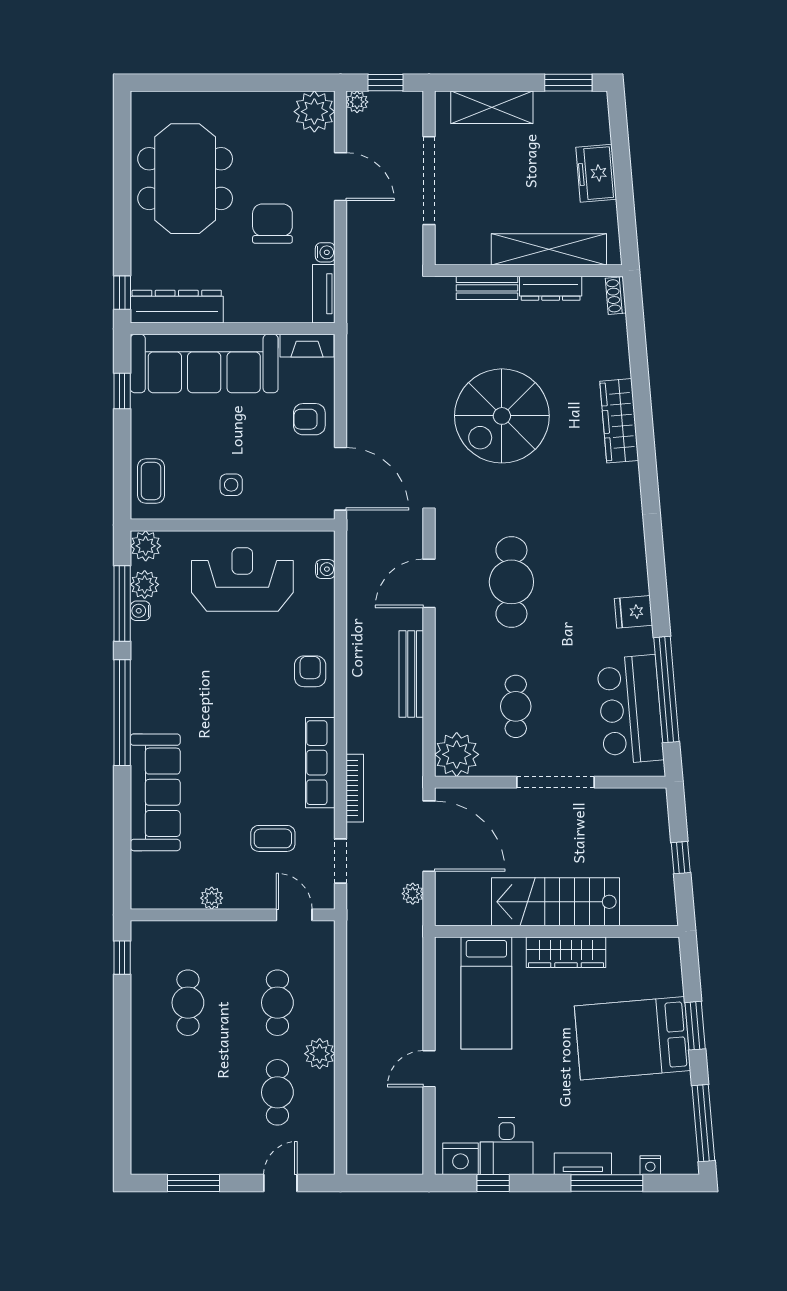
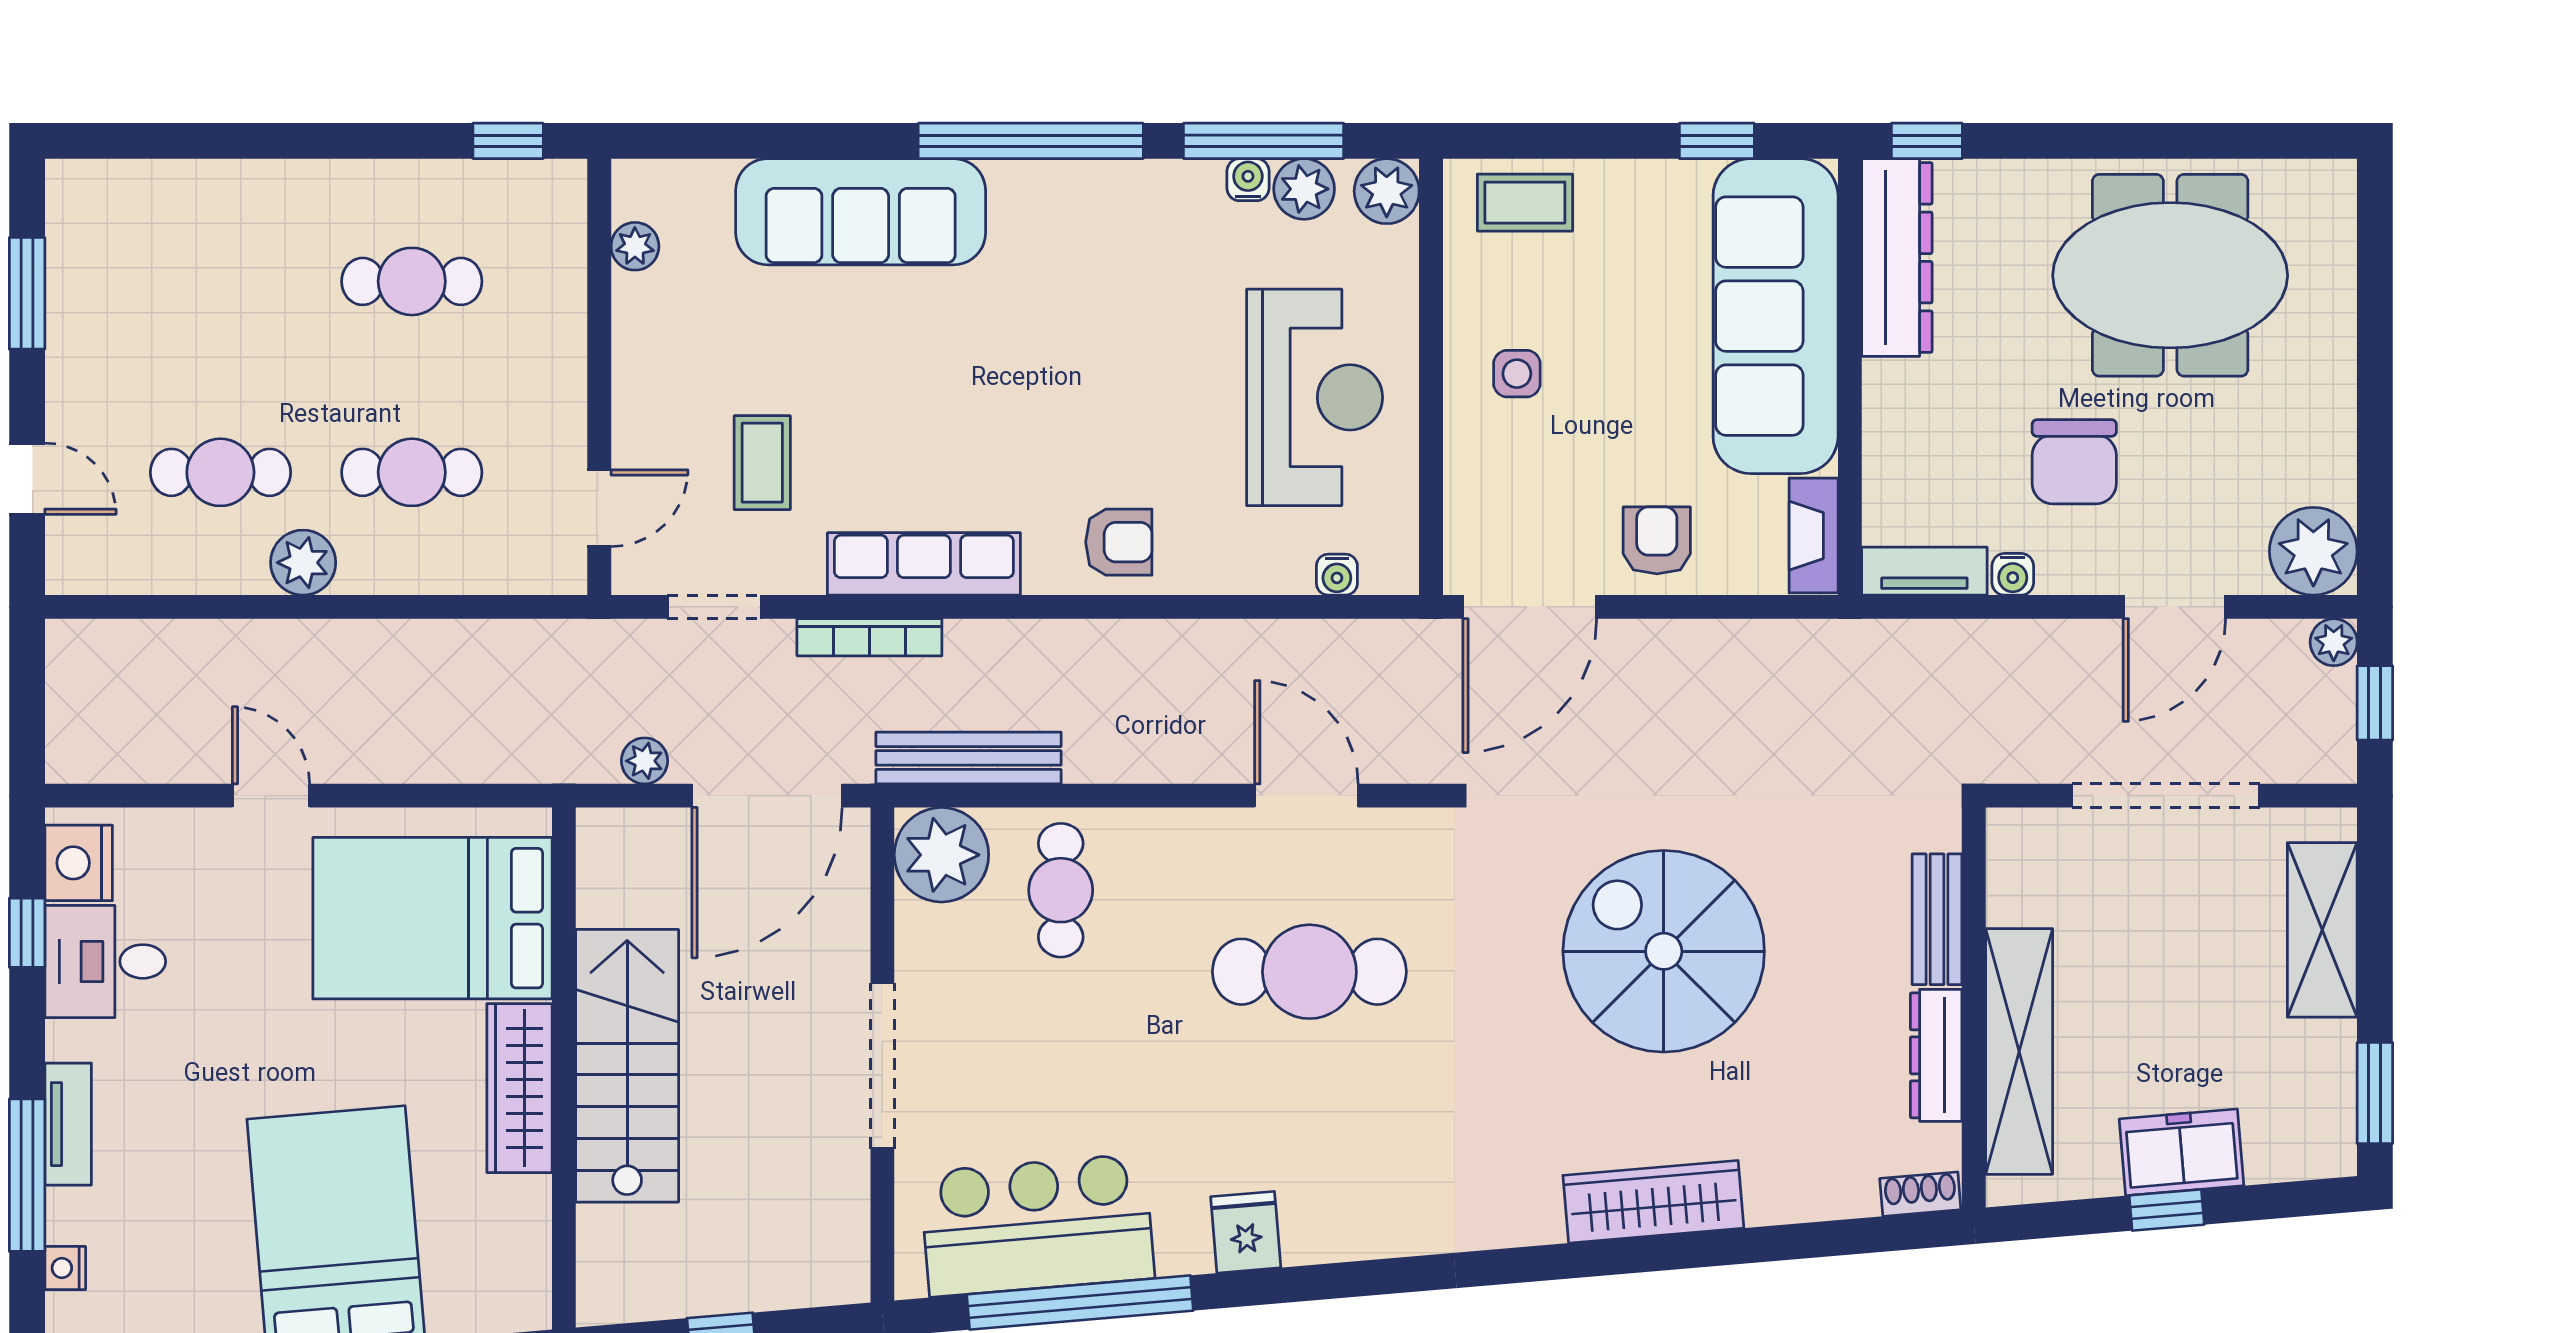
window: (623, 180) -> (2167, 1210), added
chair: (272, 224) -> (2074, 462), turned 90
bench: (411, 674) -> (969, 758), moved
cafe table: (516, 706) -> (1061, 890), moved, turned 90
plant: (212, 898) -> (635, 246), moved
bed: (486, 993) -> (432, 918), width x1.50

